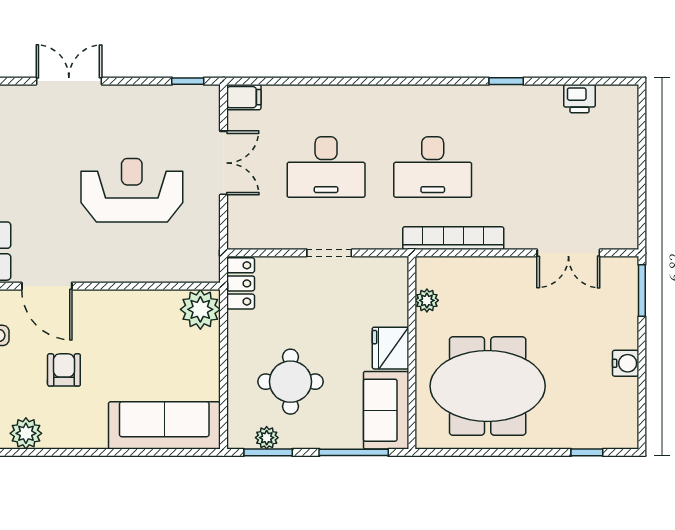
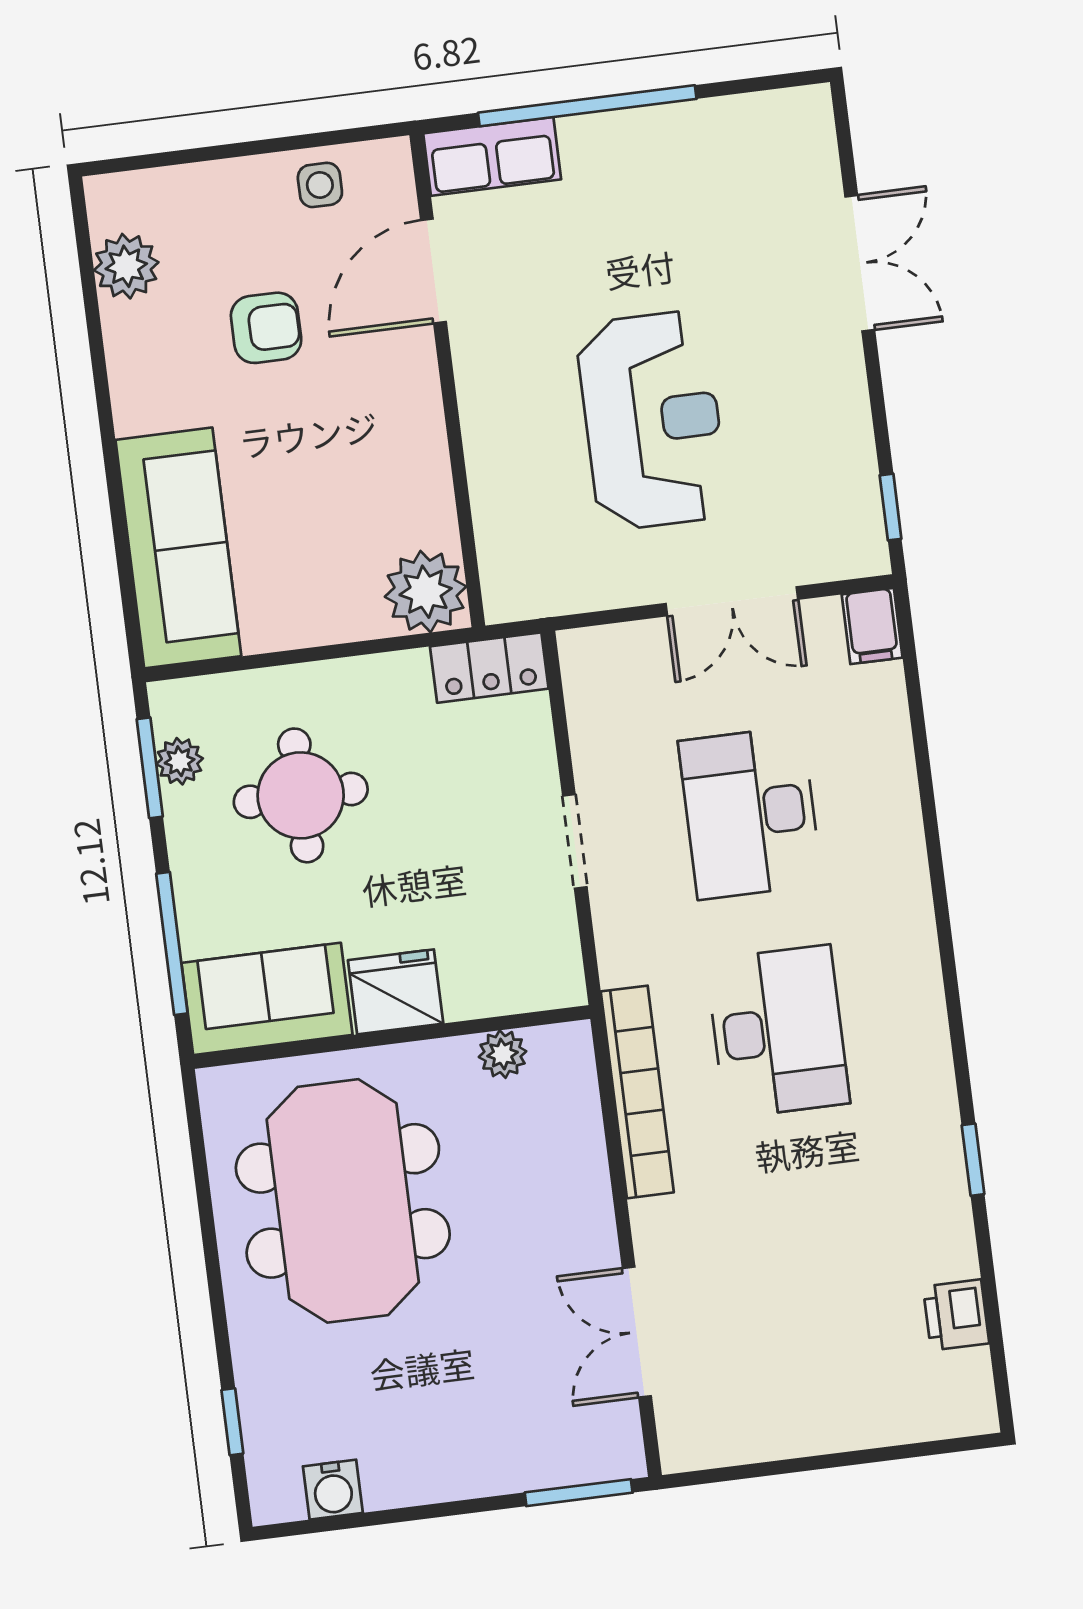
desk: (433, 167) -> (778, 1031), turned 180
water cooler: (626, 363) -> (333, 1490), moved

